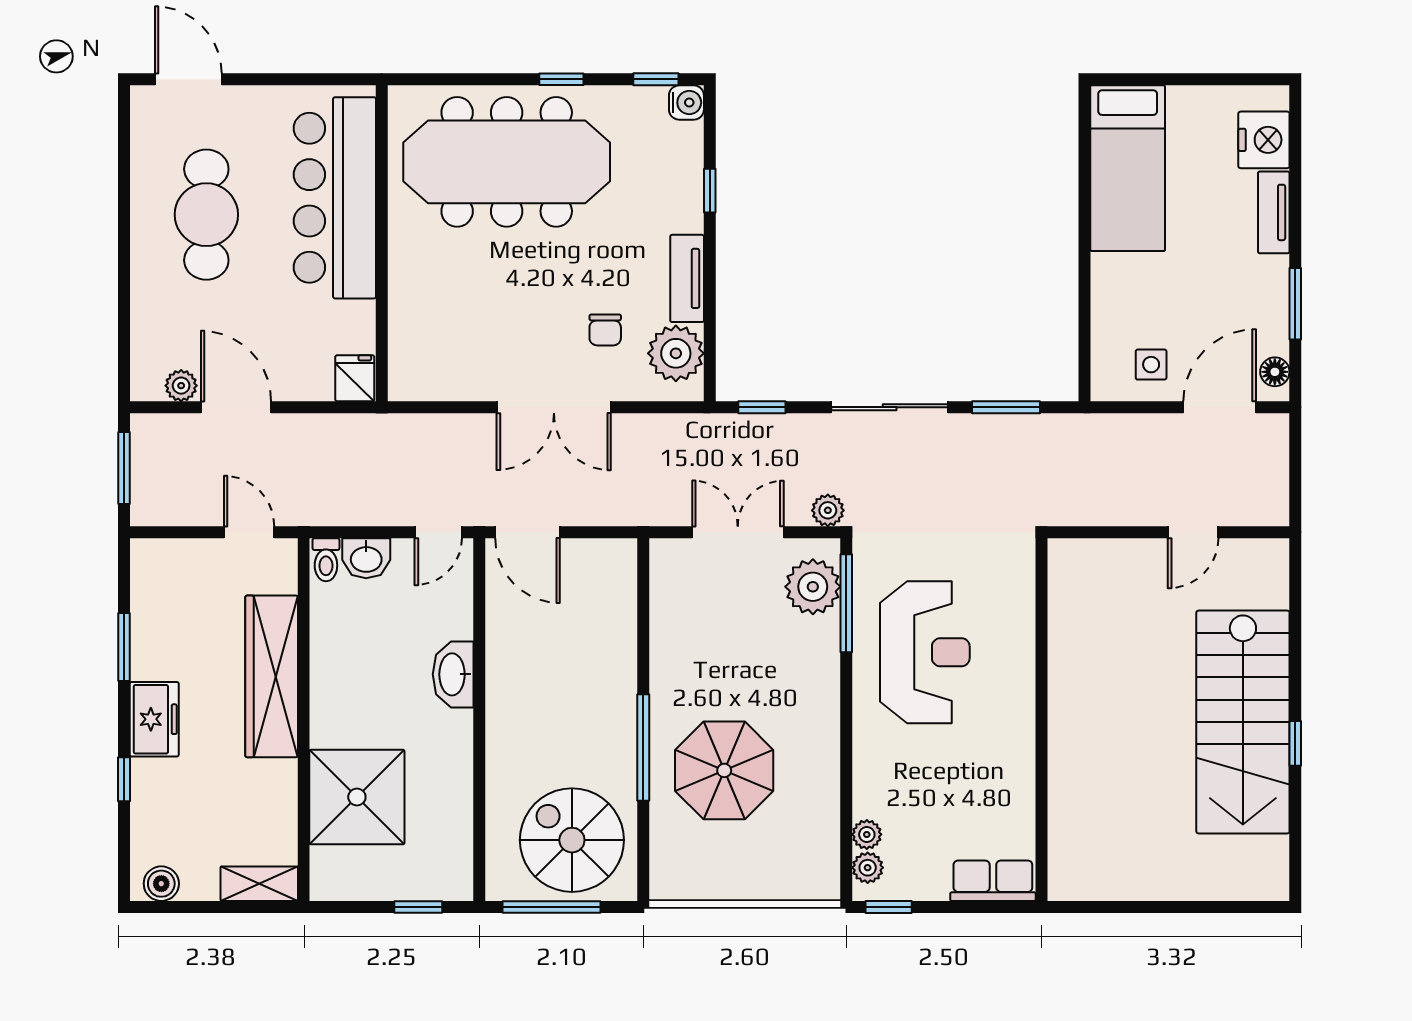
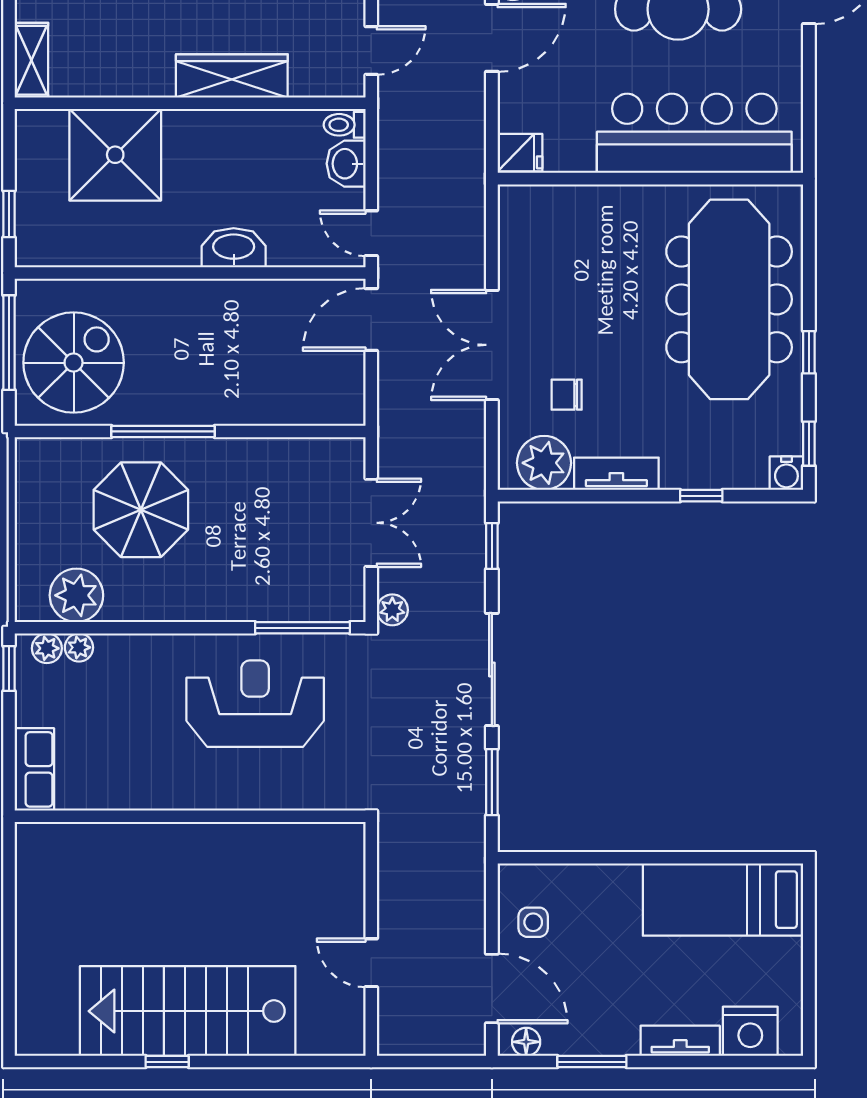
plant: (813, 587) -> (76, 595), moved
reception desk: (925, 652) -> (255, 704), turned 180
wardrobe: (272, 676) -> (232, 76), width x0.71, depth x0.85

